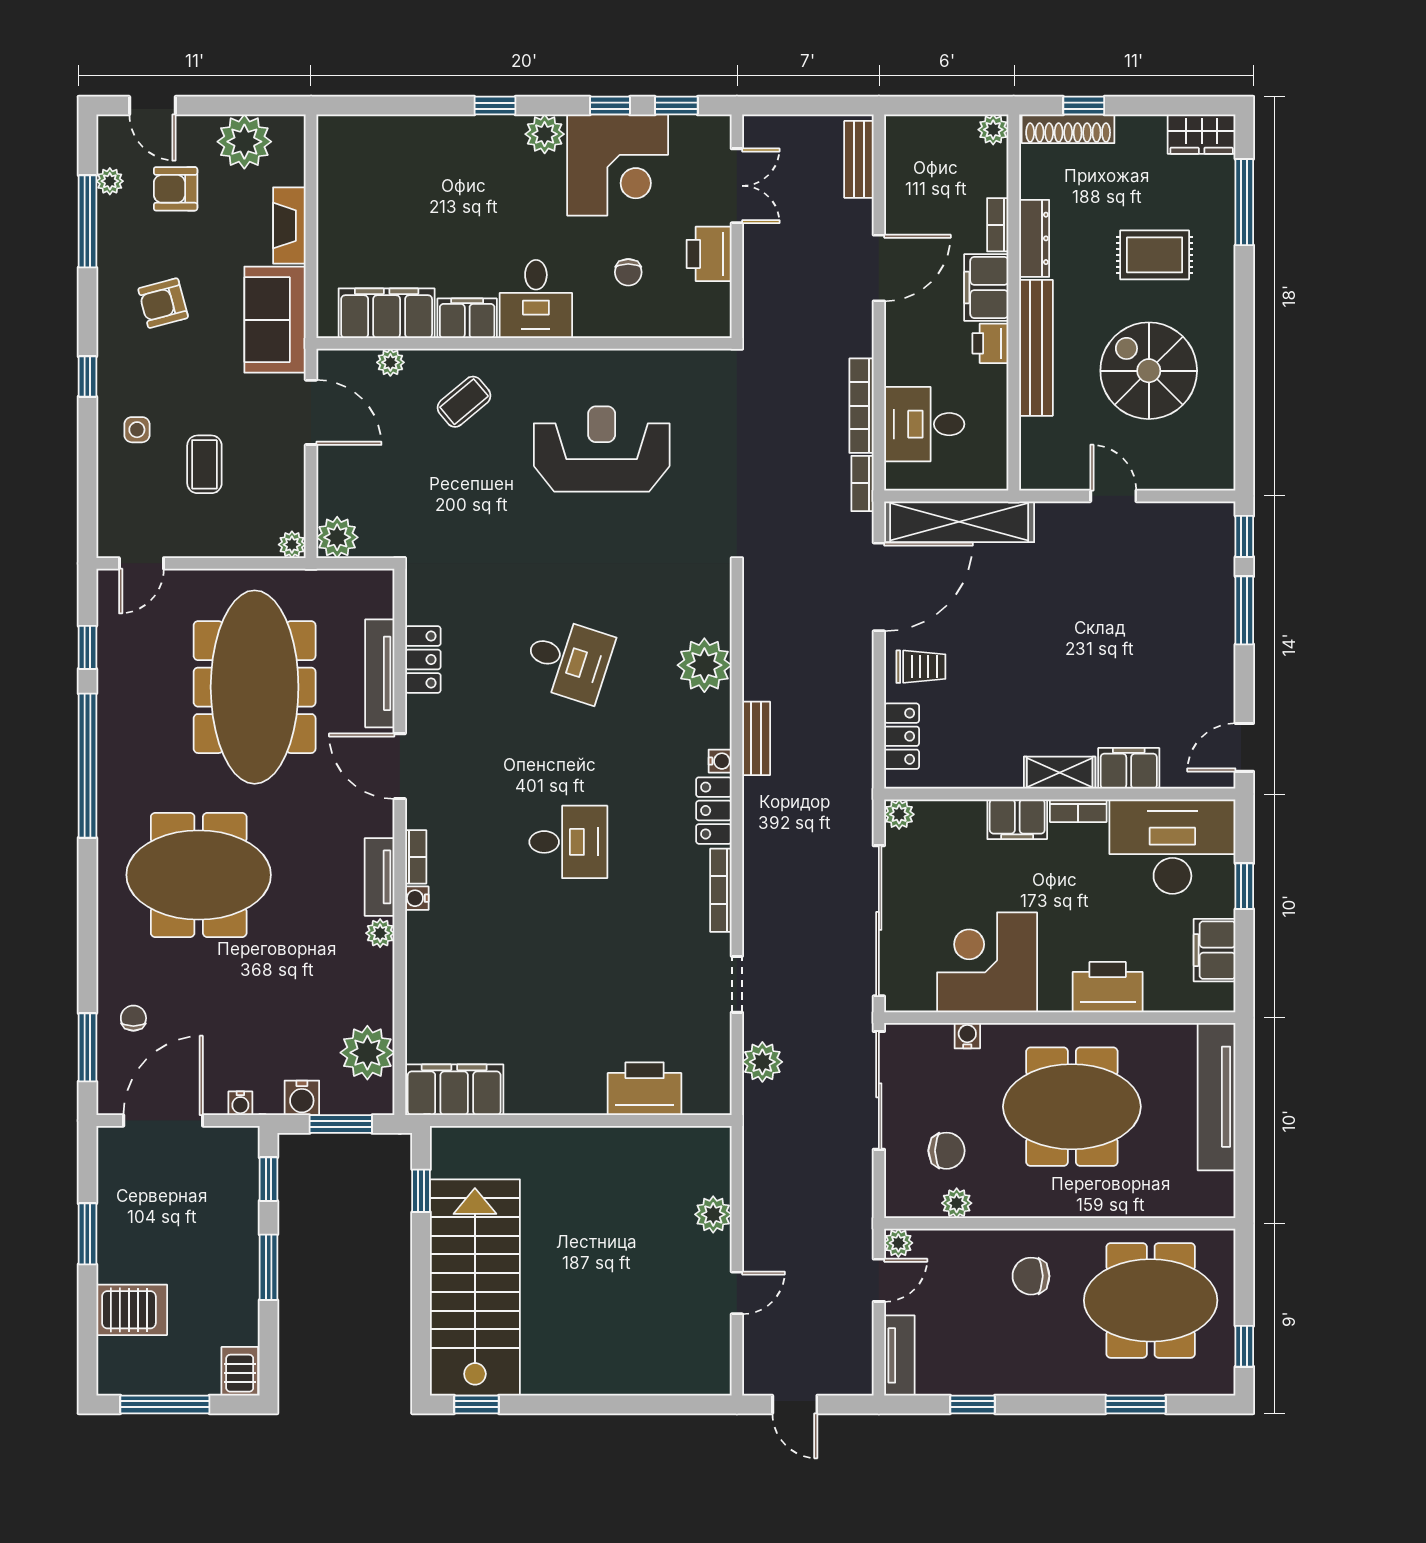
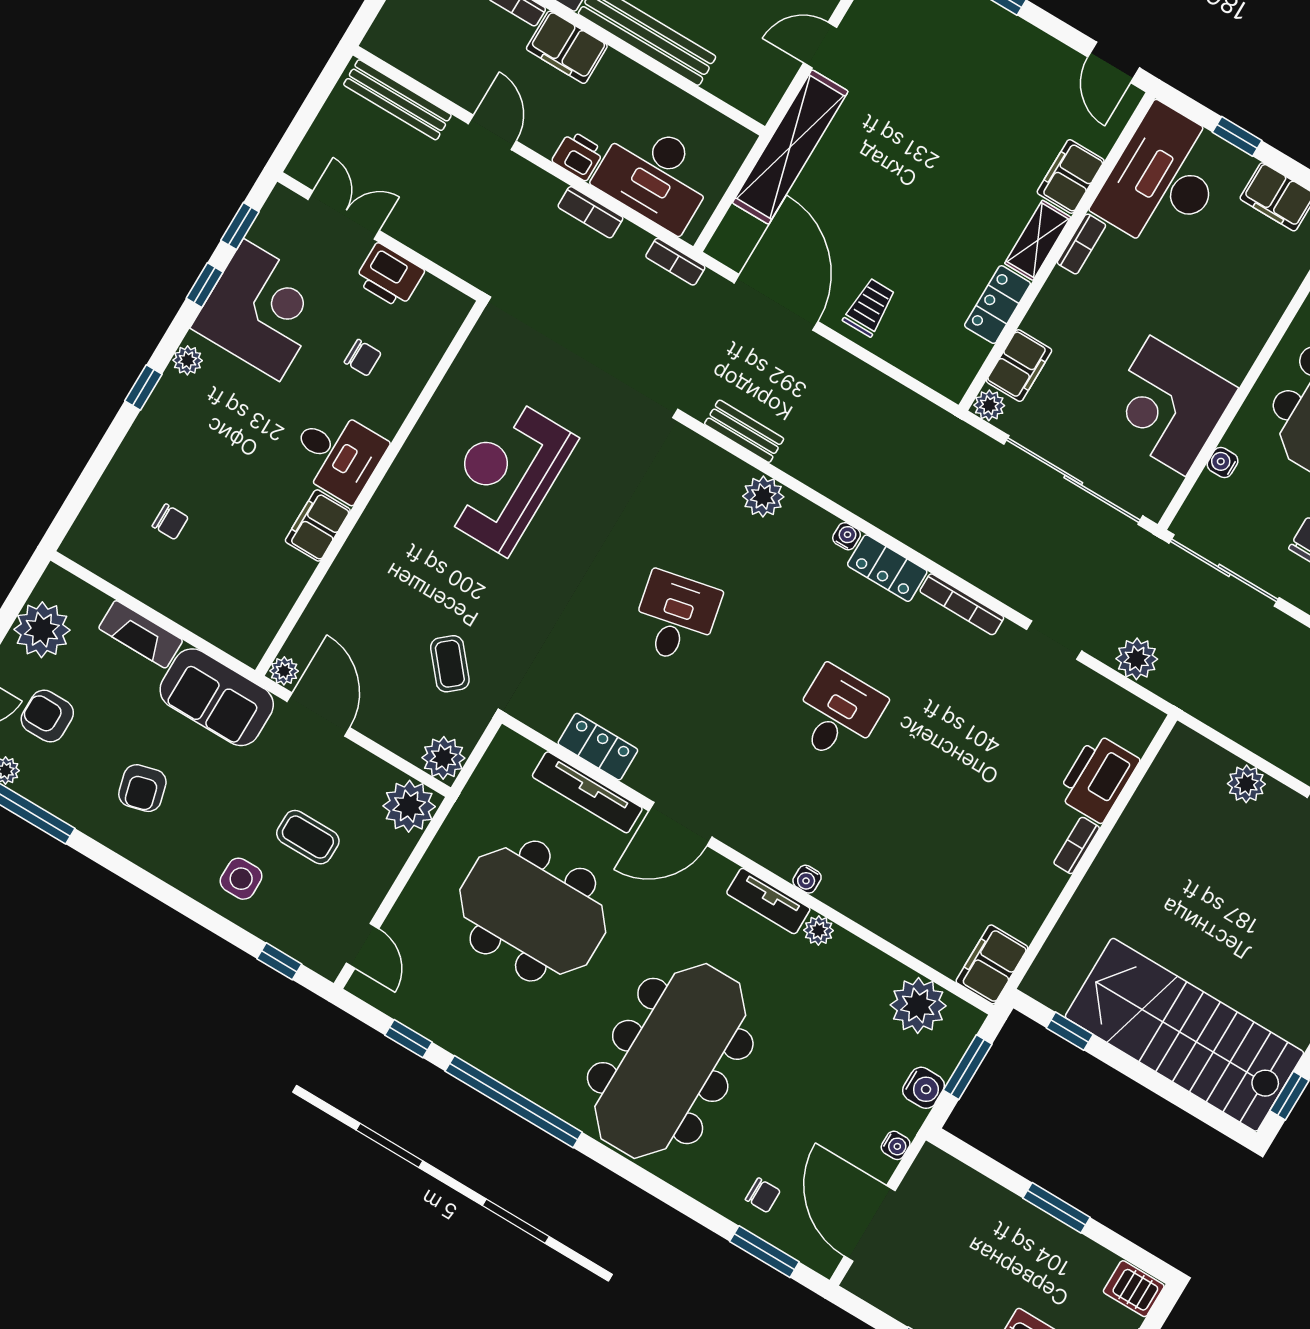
plant: (545, 134) -> (188, 360), width x0.73, depth x0.73
bench: (859, 159) -> (397, 100), width x1.36
armchair: (176, 189) -> (47, 716), turned 90
chair: (397, 194) -> (170, 522), added
door: (879, 268) -> (492, 132), width x0.73
filing cabinet: (387, 313) -> (270, 594), removed
printer: (990, 343) -> (578, 156), moved, turned 180
plant: (390, 362) -> (284, 671), moved
window: (87, 376) -> (279, 961), moved
coffee table: (464, 402) -> (450, 664), moved
bookcase: (861, 406) -> (590, 212), width x0.64
door: (311, 412) -> (318, 715), hinge flipped
desk: (924, 424) -> (655, 175), width x1.37
side table: (137, 430) -> (241, 879), width x1.37, depth x1.37
shelving: (959, 522) -> (790, 147), moved
plant: (292, 545) -> (409, 806), width x1.88, depth x1.88
desk: (568, 660) -> (676, 617), turned -30
plant: (704, 665) -> (763, 497), width x0.73, depth x0.73
meeting table: (255, 687) -> (533, 911), width x0.73
locker: (902, 736) -> (998, 305), moved, turned -90
bench: (756, 738) -> (744, 431), moved
filing cabinet: (1017, 819) -> (1019, 366), moved
bookcase: (416, 857) -> (1077, 845), moved, turned -90
meeting table: (199, 875) -> (670, 1061), width x1.36
printer: (1108, 987) -> (1254, 312), removed
chair: (133, 1018) -> (763, 1195), turned 180
filing cabinet: (454, 1090) -> (992, 964), width x0.67, depth x0.86
window: (268, 1179) -> (978, 1161), removed

